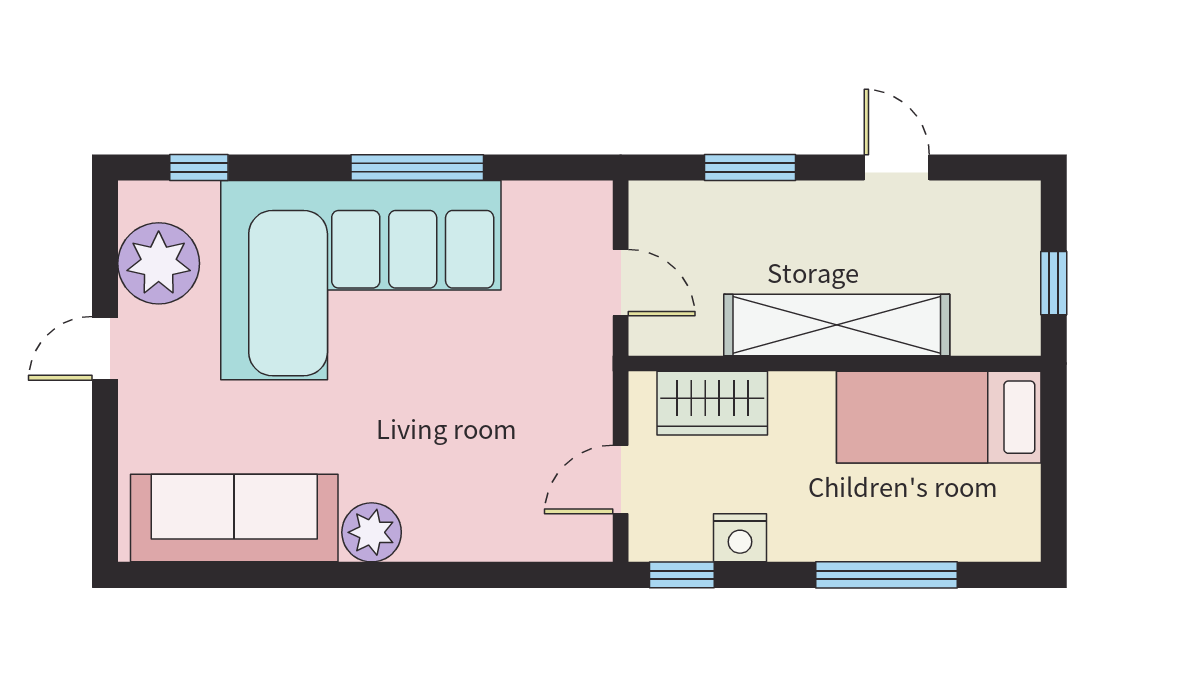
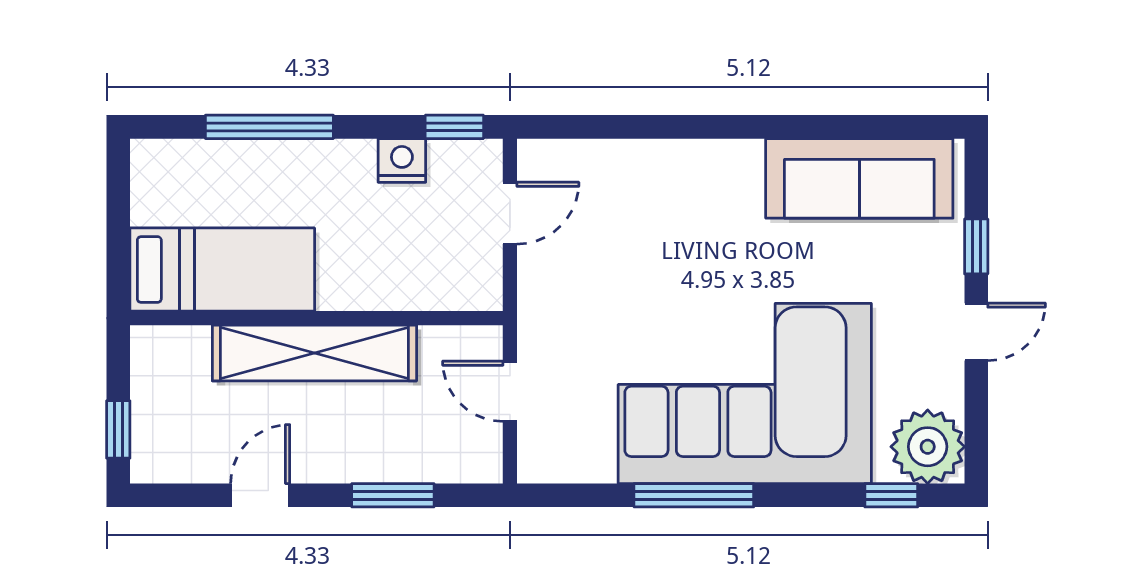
door: (897, 168) -> (260, 495), swing flipped
plant: (159, 263) -> (928, 447), moved
window: (1054, 283) -> (118, 429), moved
wardrobe: (712, 403) -> (427, 282), removed
window: (105, 443) -> (976, 246), added
plant: (372, 532) -> (735, 165), removed

